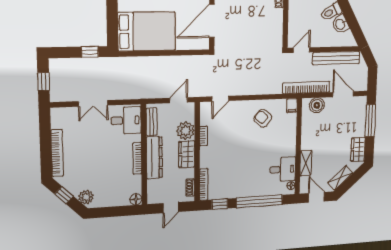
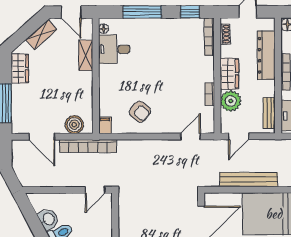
bench: (336, 58) -> (249, 179), moved
dresser: (154, 158) -> (266, 55), moved
window: (259, 201) -> (142, 12), width x0.68

